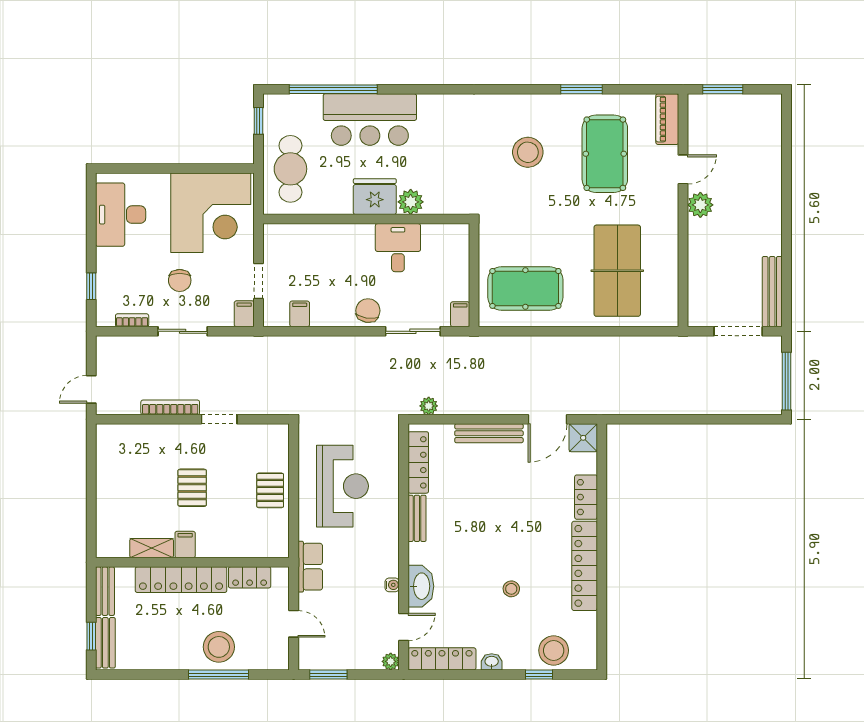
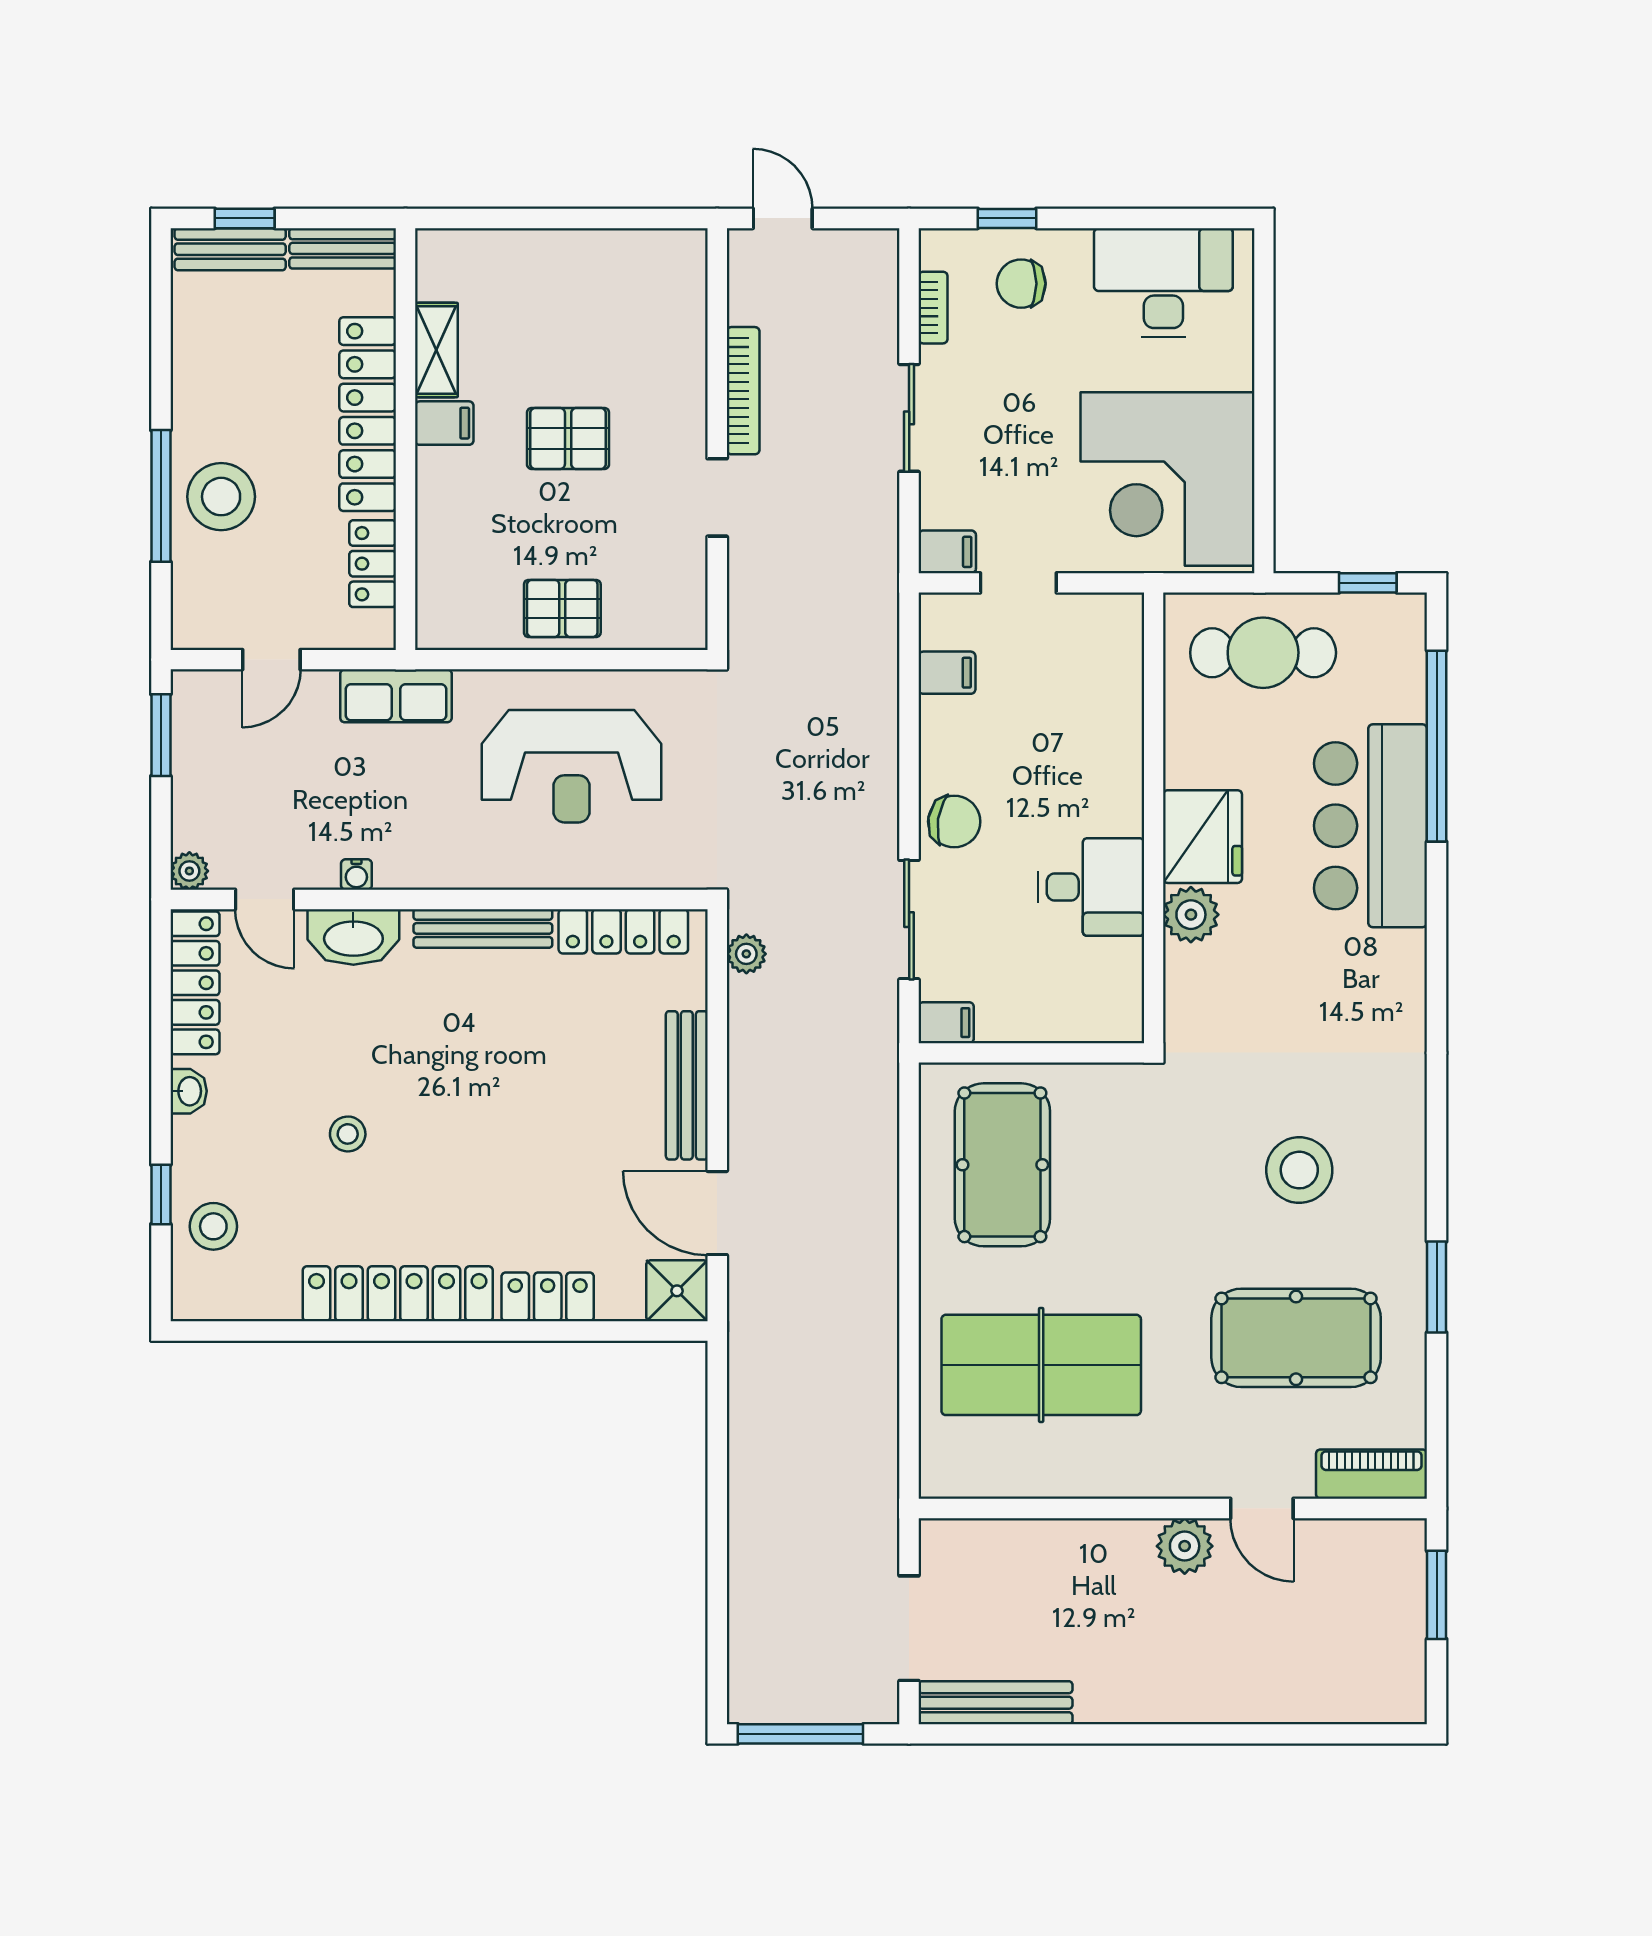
chair: (180, 280) -> (1021, 284), moved
bench: (417, 518) -> (483, 928), width x1.36
stool: (554, 650) -> (213, 1226), width x0.73, depth x0.73

